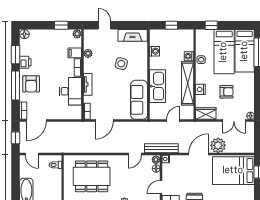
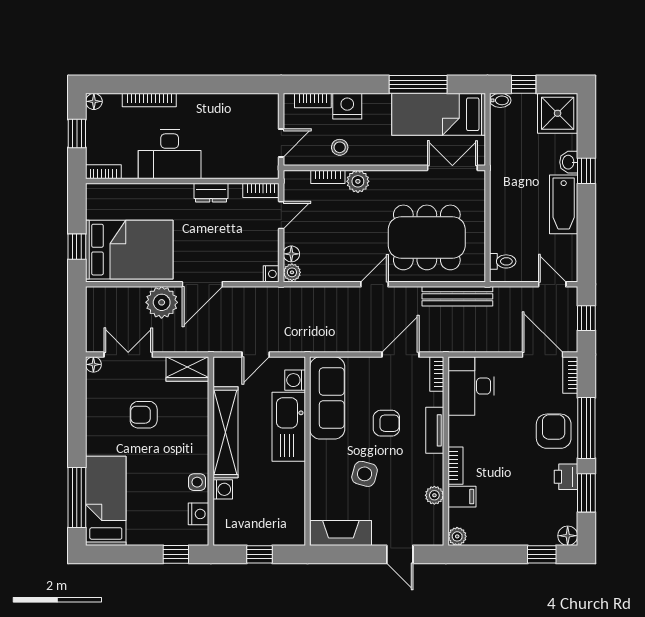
window: (61, 25) -> (542, 554), moved
washing machine: (154, 51) -> (295, 380), moved
bed: (224, 52) -> (149, 499), removed
armchair: (111, 88) -> (386, 423), added
nightstand: (200, 89) -> (199, 514), moved
desk: (70, 91) -> (471, 386), moved
door: (36, 121) -> (542, 355), hinge flipped
bench: (161, 148) -> (457, 296), moved
door: (135, 154) -> (374, 284), moved

